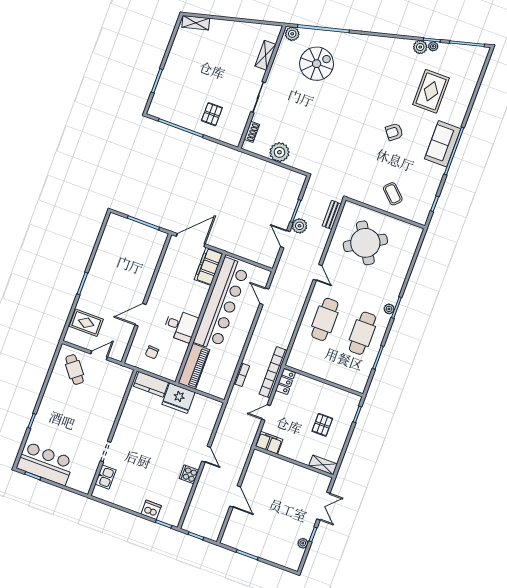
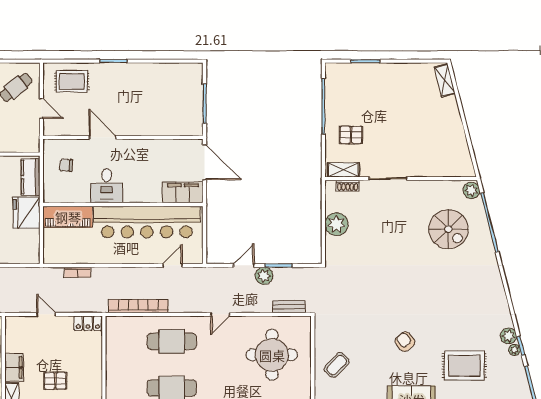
shelving: (266, 55) -> (343, 170), moved
round table: (365, 243) -> (272, 355), turned 31
rug: (86, 323) -> (72, 81), turned 90
bookcase: (273, 372) -> (138, 306), moved
filing cabinet: (269, 443) -> (14, 367), moved

